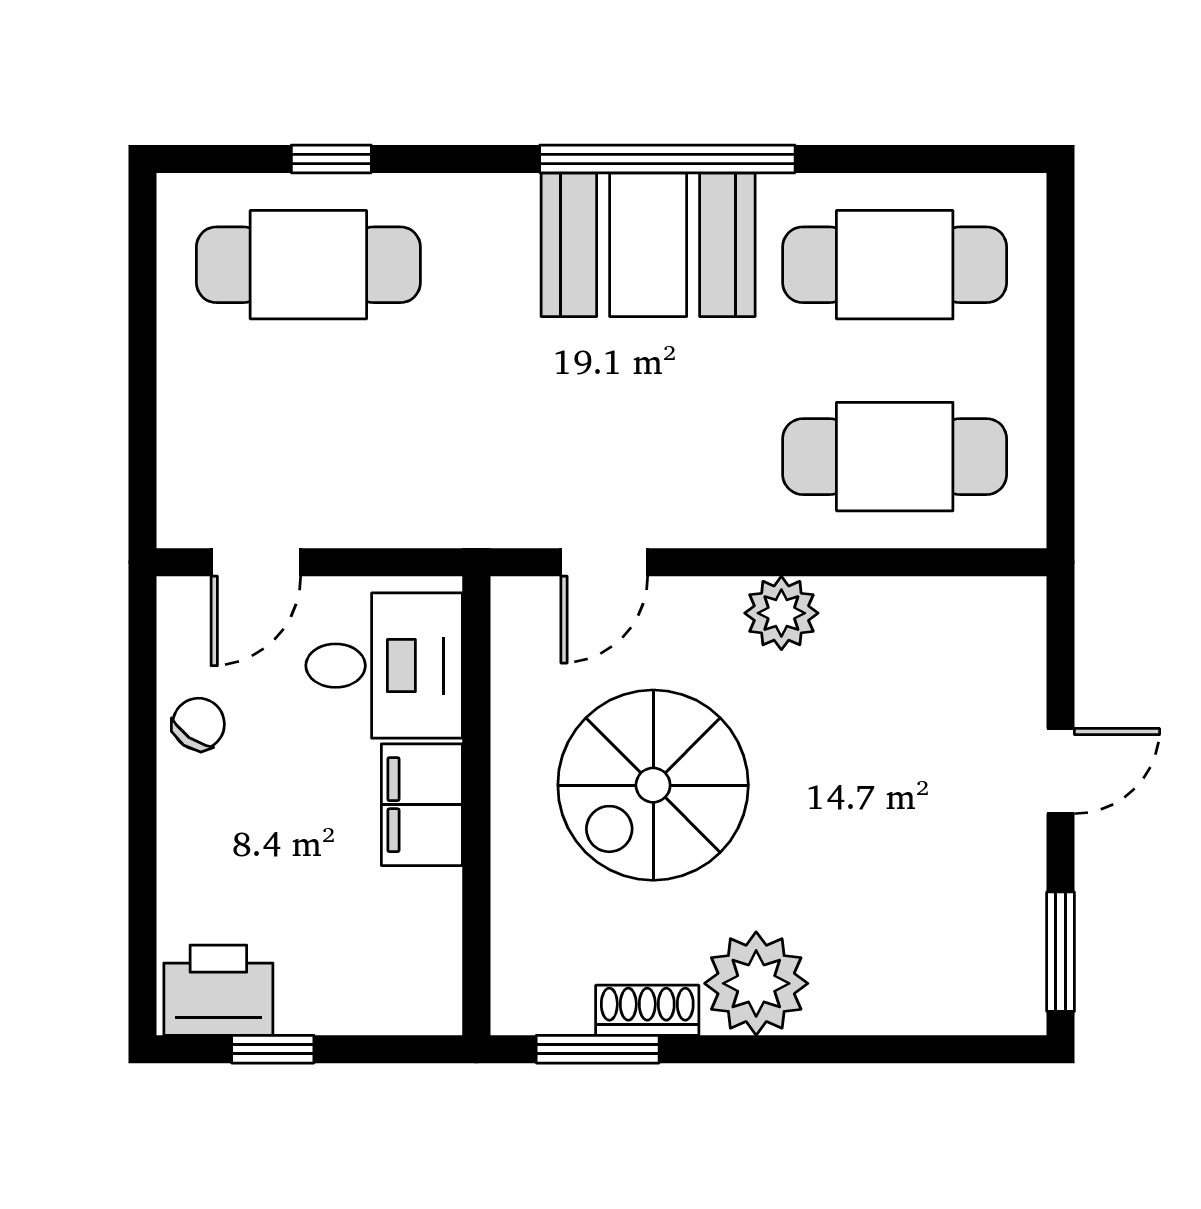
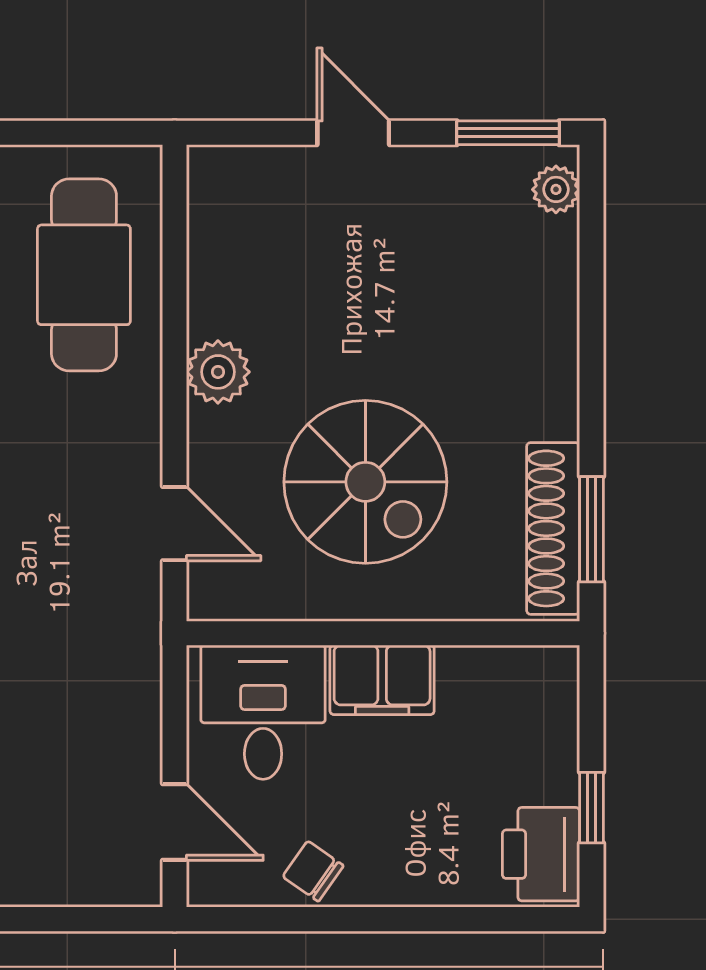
plant: (756, 983) -> (556, 189), moved, width x0.53, depth x0.53
shoe rack: (647, 1010) -> (553, 528), width x1.94, depth x1.24

